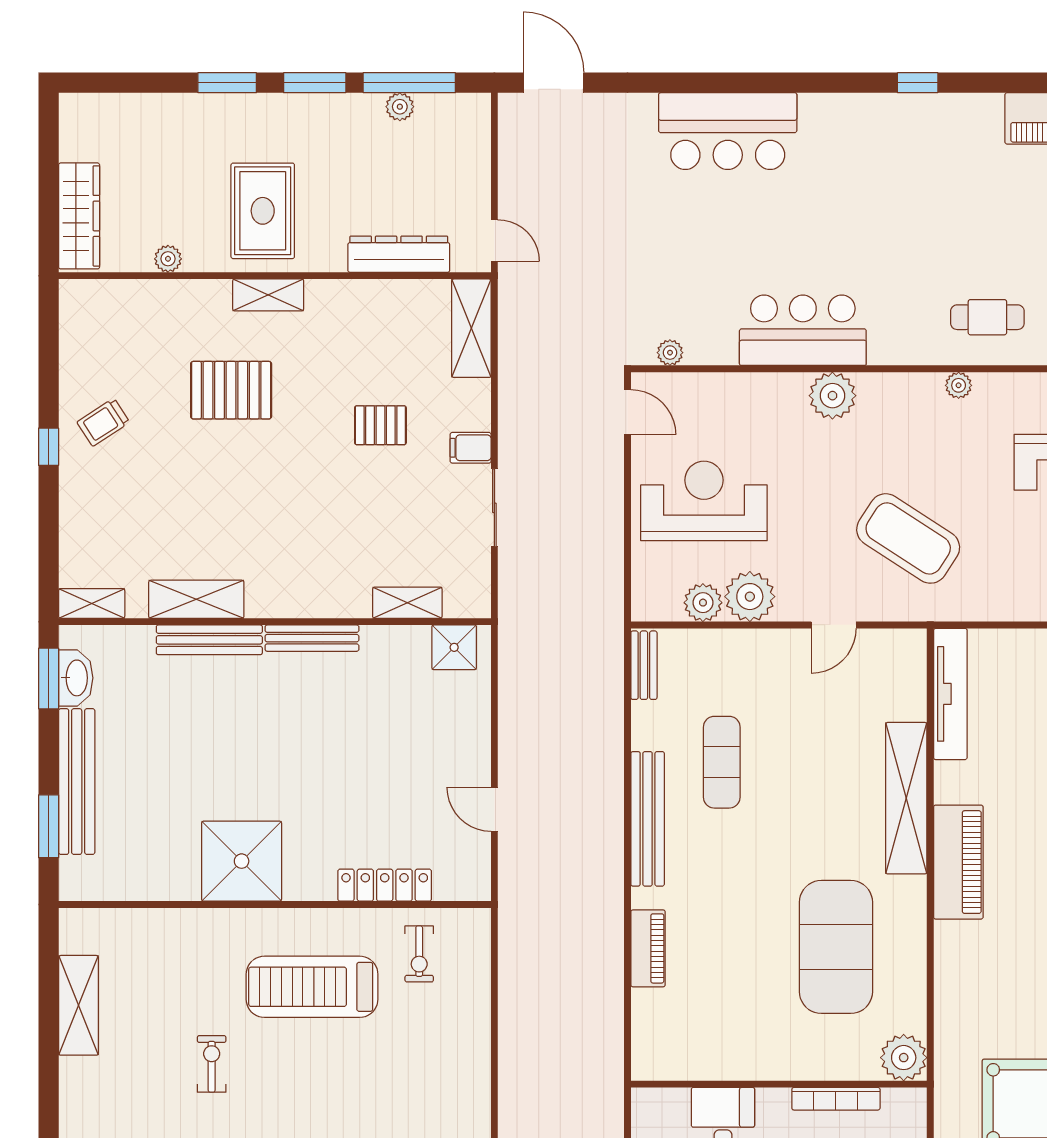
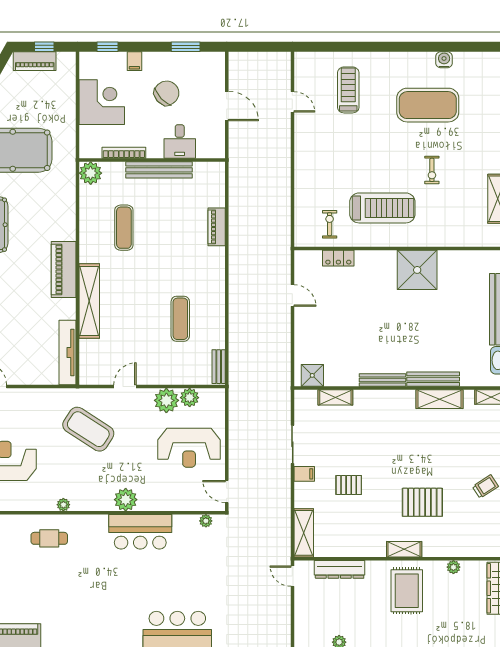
bench: (648, 819) -> (159, 170), moved, turned 90
locker: (385, 885) -> (338, 258), width x0.66
exercise mat: (836, 947) -> (124, 228), width x0.50, depth x0.69

